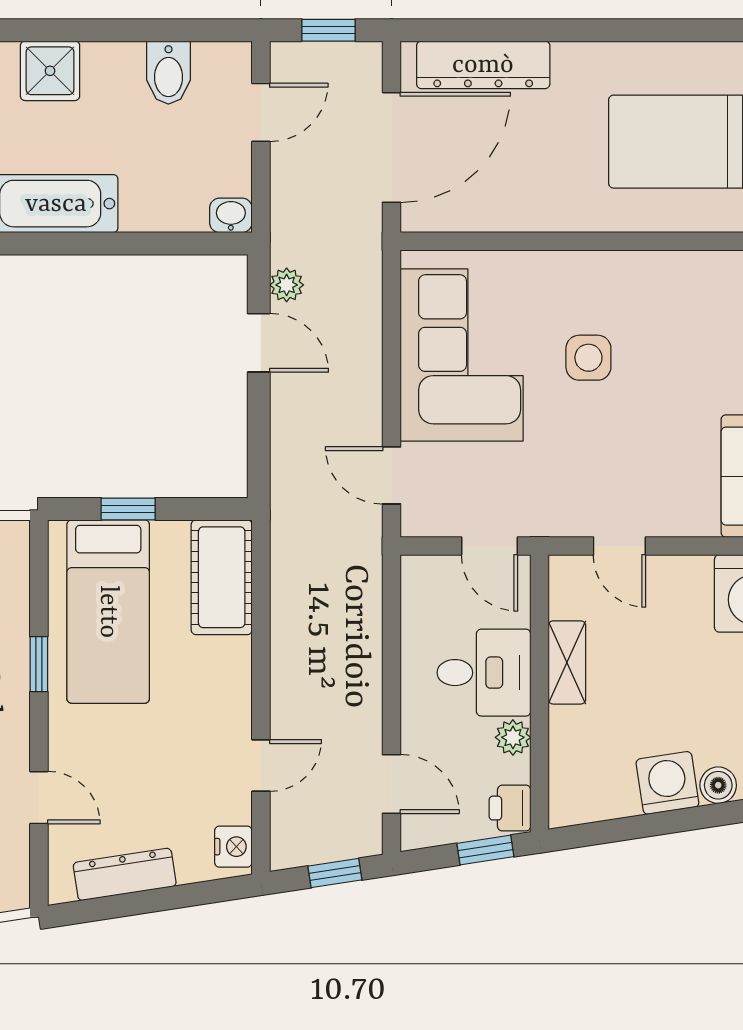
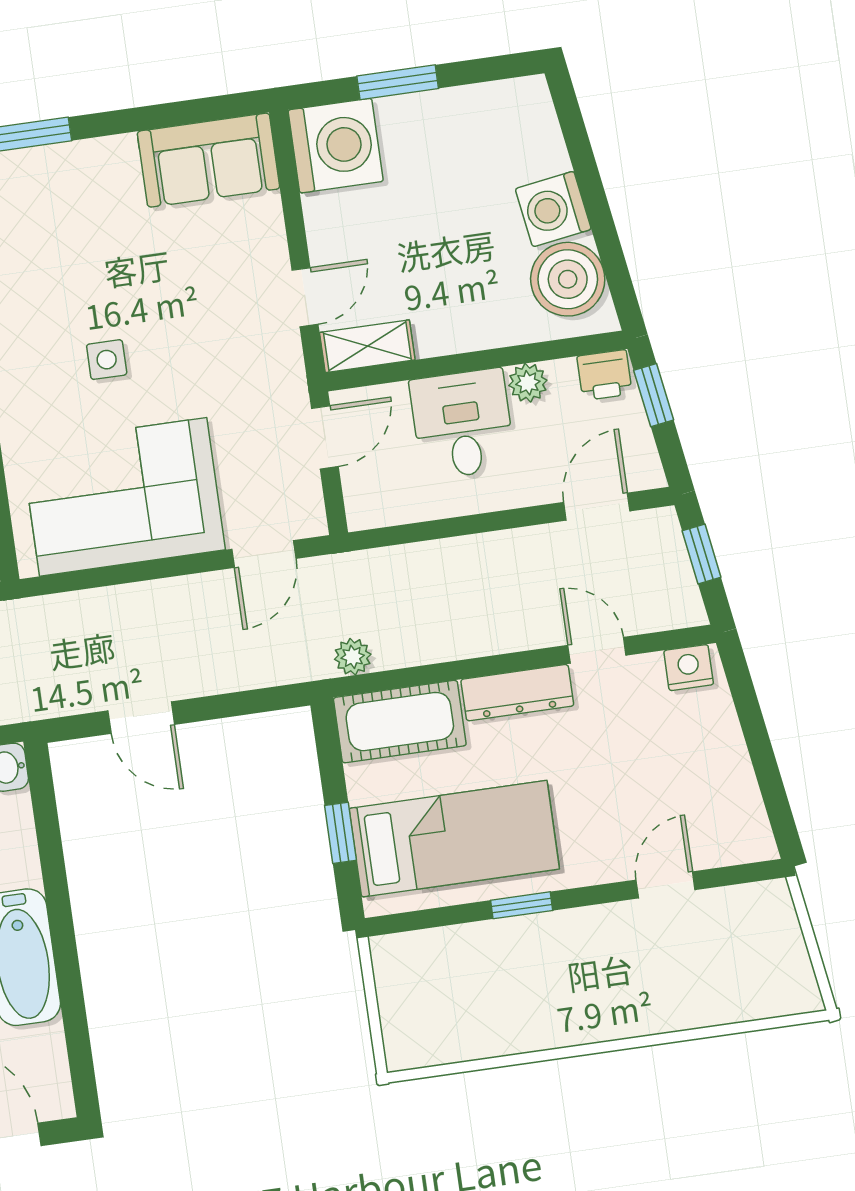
plant: (287, 285) -> (353, 657), moved
door: (259, 343) -> (141, 718), swing flipped
side table: (588, 358) -> (107, 360), width x0.73, depth x0.73
shelving: (567, 662) -> (367, 346), moved
boiler: (718, 785) -> (568, 279), moved, width x1.86, depth x1.86
dresser: (125, 874) -> (517, 693), moved, turned -81

